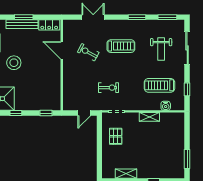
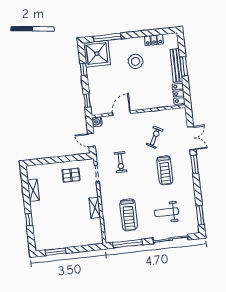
window: (137, 17) -> (195, 164), moved
door: (62, 50) -> (121, 113), moved
treadmill: (159, 85) -> (129, 215), turned 180
window: (187, 89) -> (128, 244), width x2.17
water cooler: (166, 106) -> (97, 122), moved

